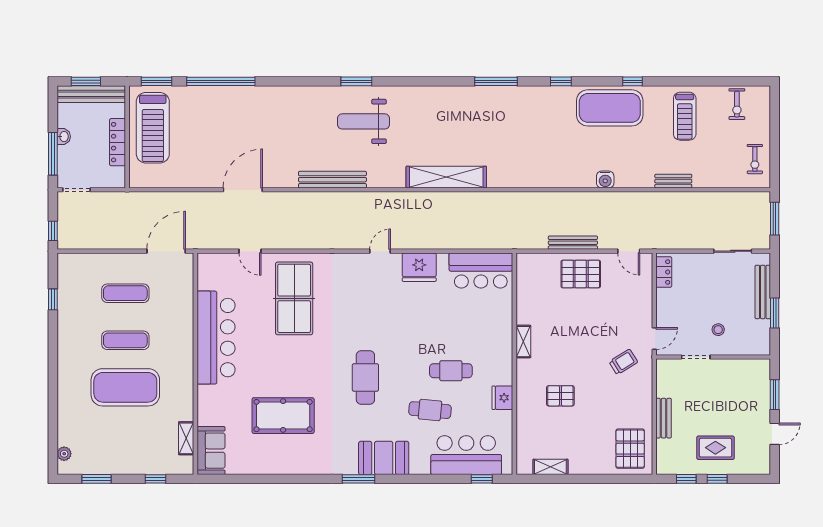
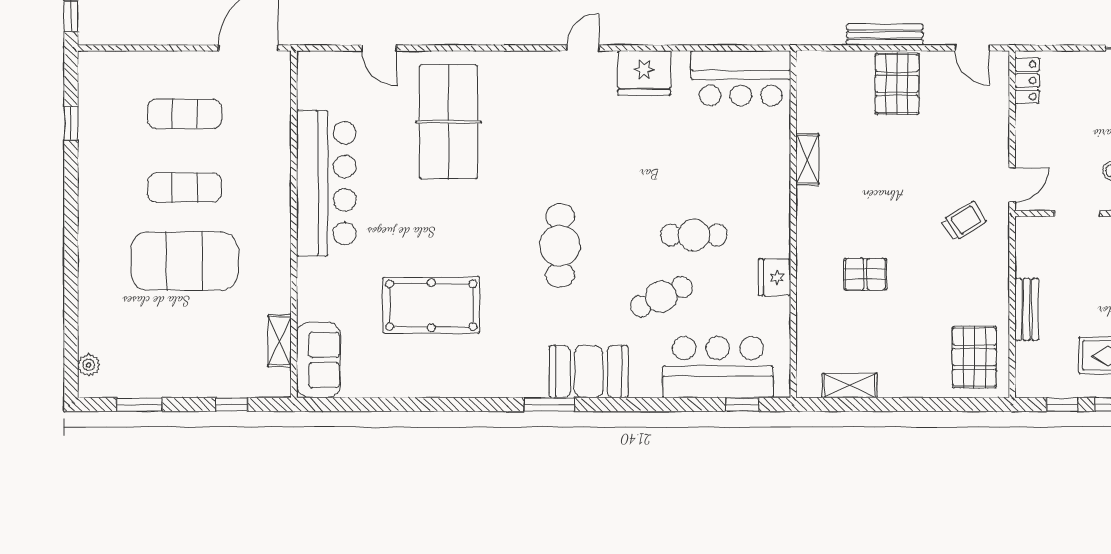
pallet: (581, 274) -> (897, 84), turned 90
shelving: (523, 342) -> (807, 159), moved
cafe table: (430, 410) -> (661, 297), turned -30

